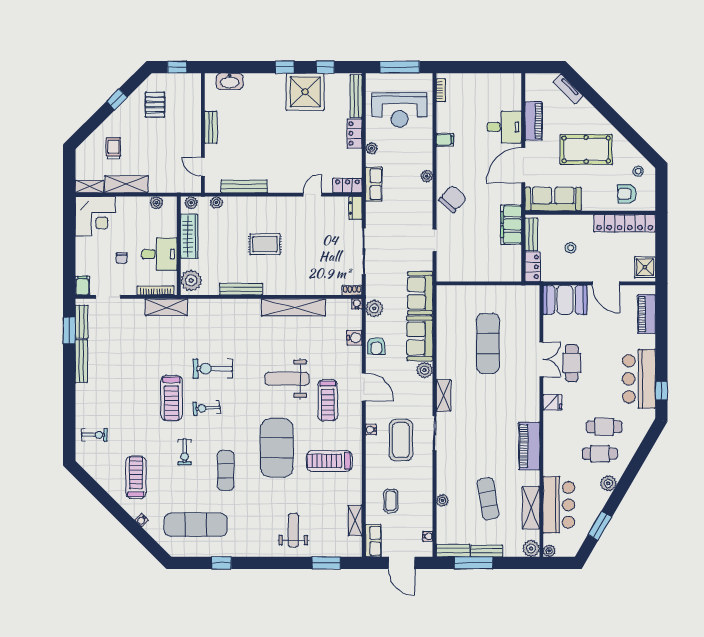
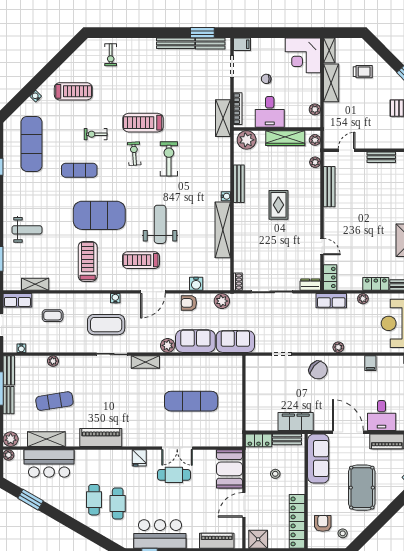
water cooler: (357, 304) -> (226, 196), moved
plant: (608, 483) -> (68, 507), removed

